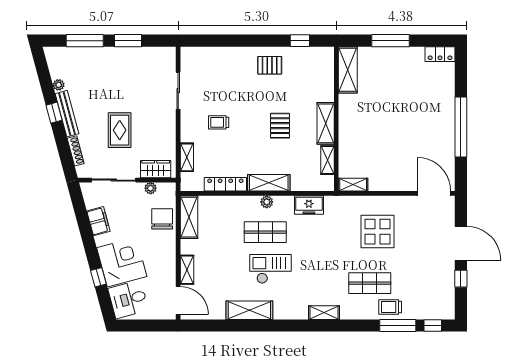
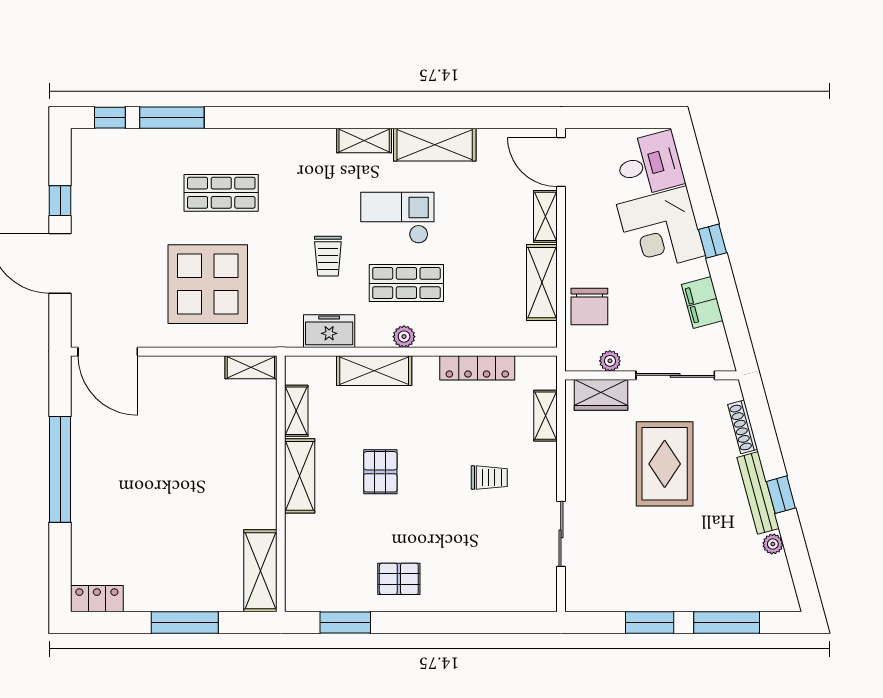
window: (300, 41) -> (345, 623), width x1.50
rug: (120, 130) -> (665, 464), width x1.36, depth x1.43
shelving: (269, 183) -> (374, 371), moved
shelving: (189, 217) -> (542, 283), moved
display table: (377, 232) -> (208, 284), width x1.36, depth x1.36
checkout: (270, 269) -> (397, 218), turned 180
window: (98, 277) -> (713, 241), moved
trolley: (390, 307) -> (328, 256), moved, turned 90
shelving: (324, 313) -> (364, 140), moved

